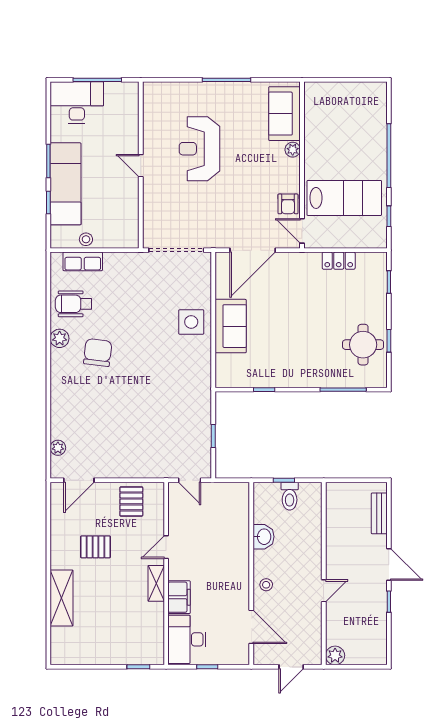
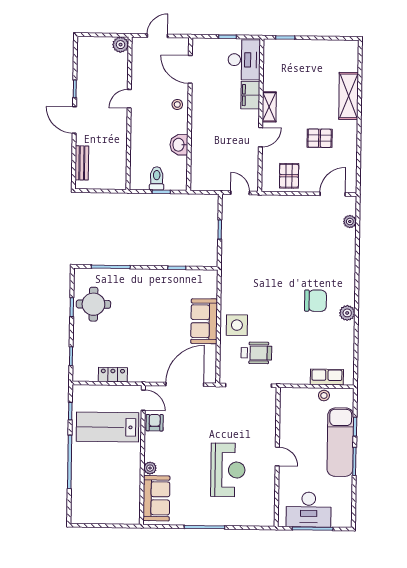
desk: (77, 103) -> (309, 510), moved
wheelchair: (74, 304) -> (256, 353), moved
chair: (98, 353) -> (315, 301), turned -97

